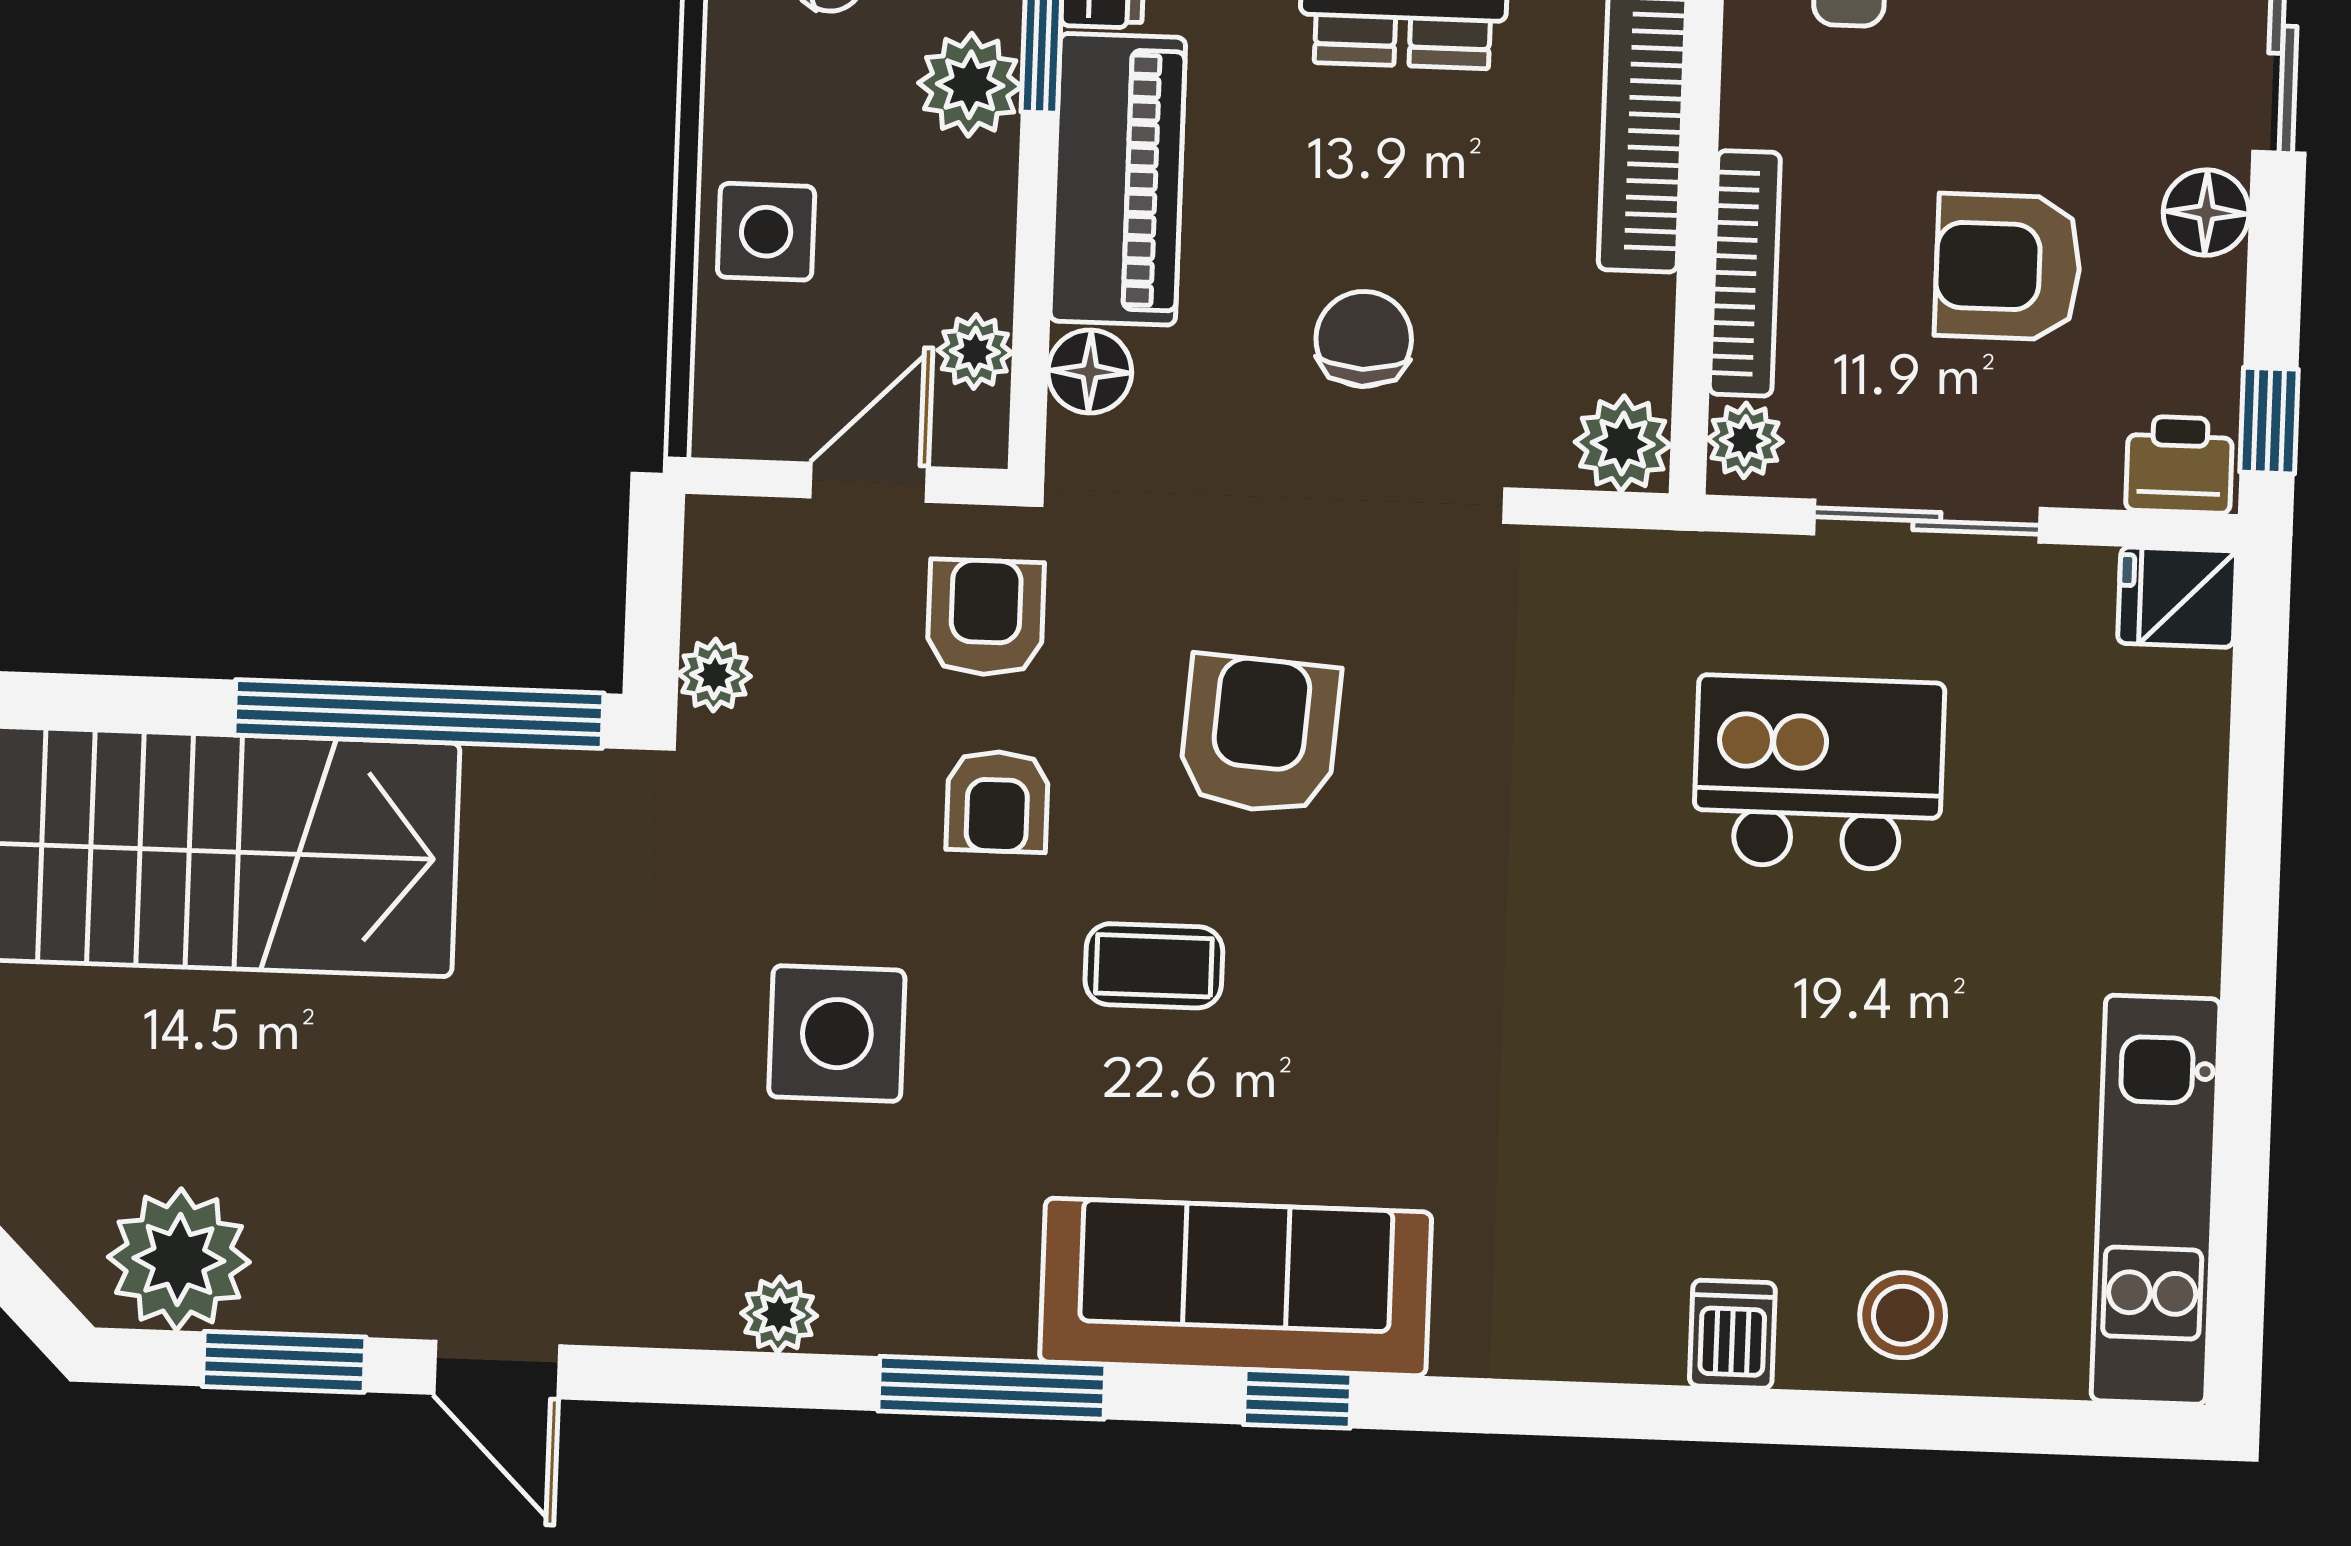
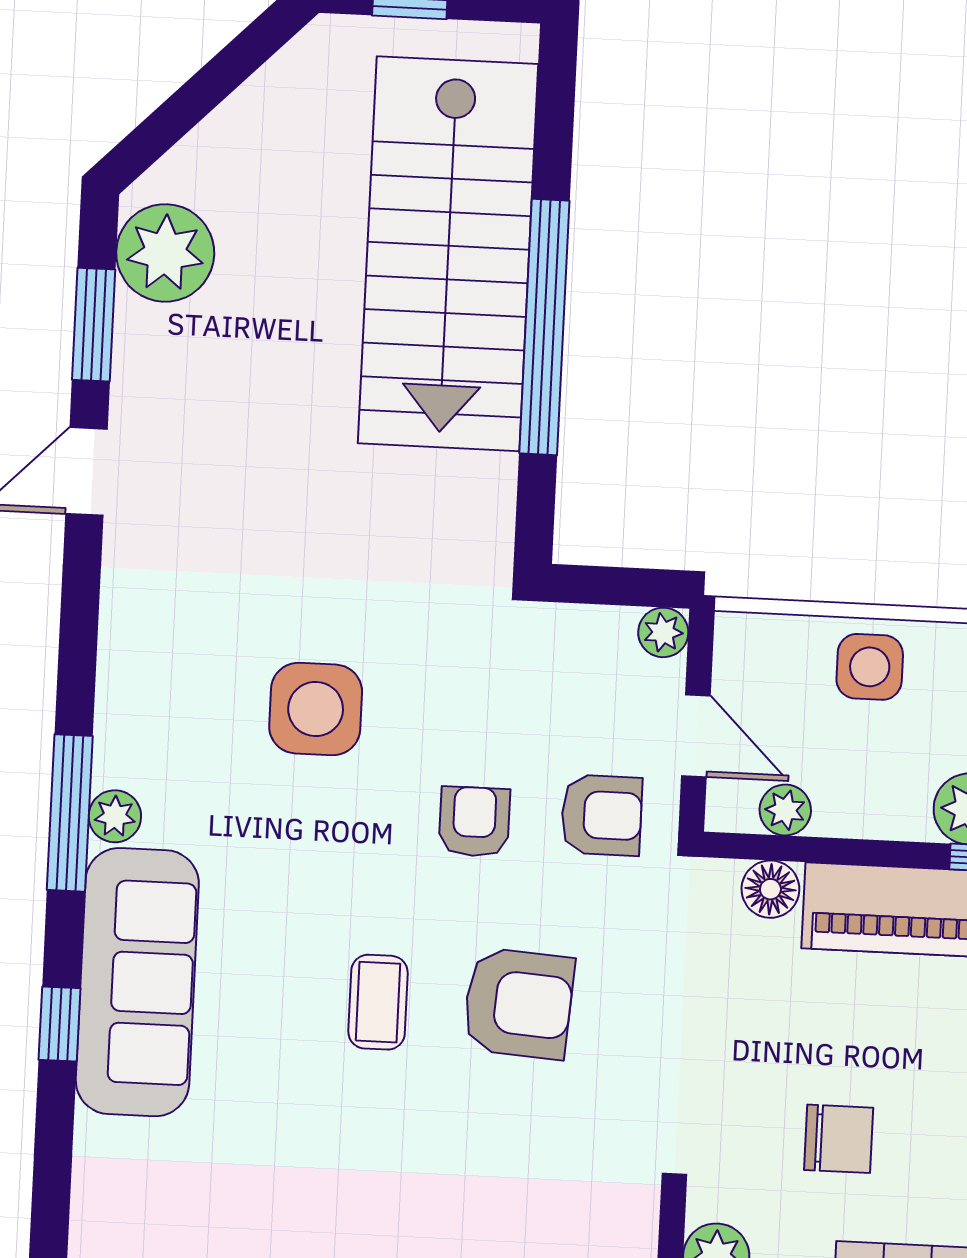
chair: (1364, 339) -> (839, 1139), moved
plant: (715, 675) -> (663, 632), moved
window: (419, 714) -> (544, 327), moved
armchair: (997, 802) -> (474, 822), turned 90
coffee table: (1154, 966) -> (378, 1002), moved
plant: (779, 1314) -> (115, 816), moved

